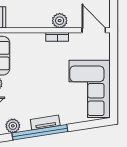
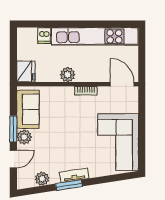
plant: (60, 21) -> (68, 75), moved
window: (40, 132) -> (69, 185), width x0.47

